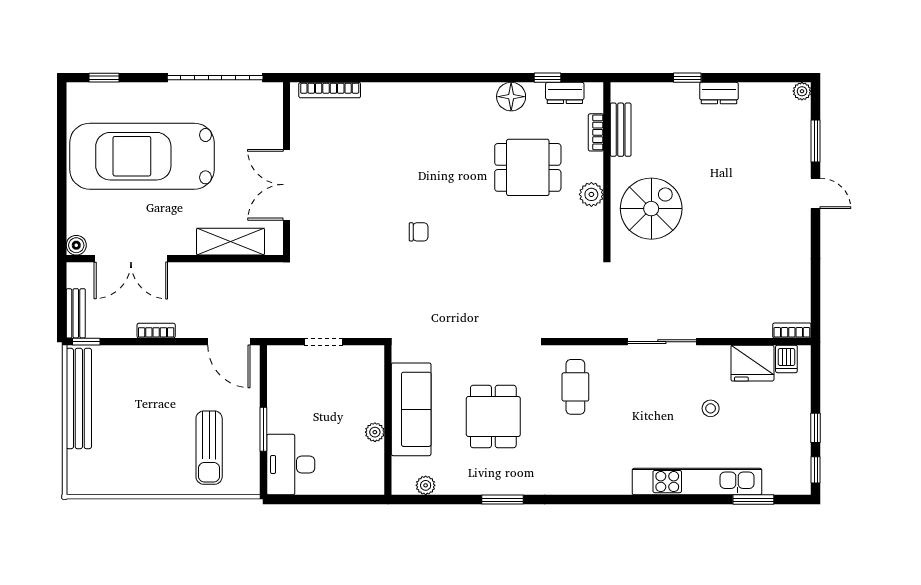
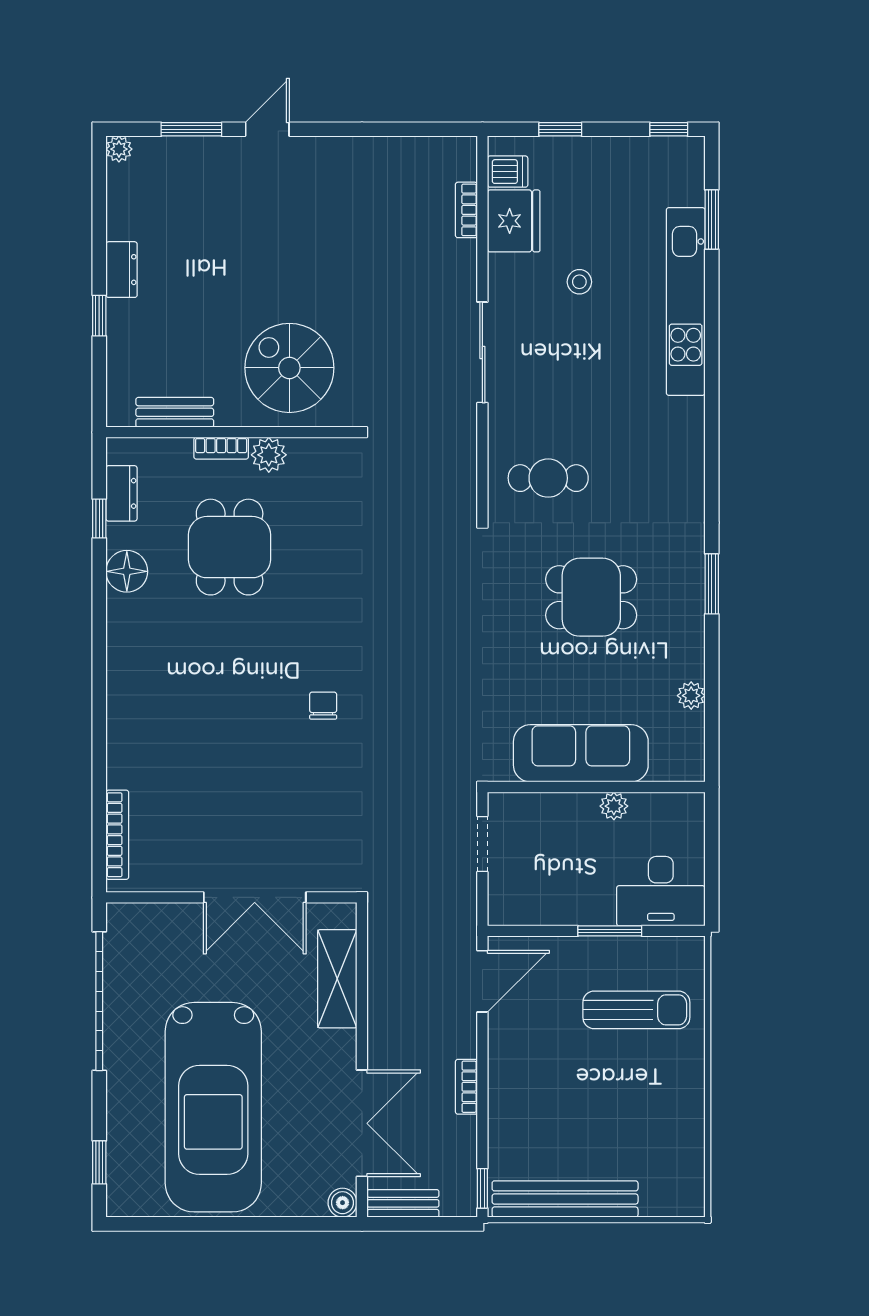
bookcase: (596, 132) -> (221, 448), moved
bench: (76, 313) -> (403, 1203), moved
bookcase: (792, 331) -> (466, 210), moved
sofa: (411, 409) -> (581, 753), moved
wall: (388, 420) -> (596, 787), moved
window: (816, 428) -> (560, 129), moved
plant: (375, 432) -> (614, 806), moved

